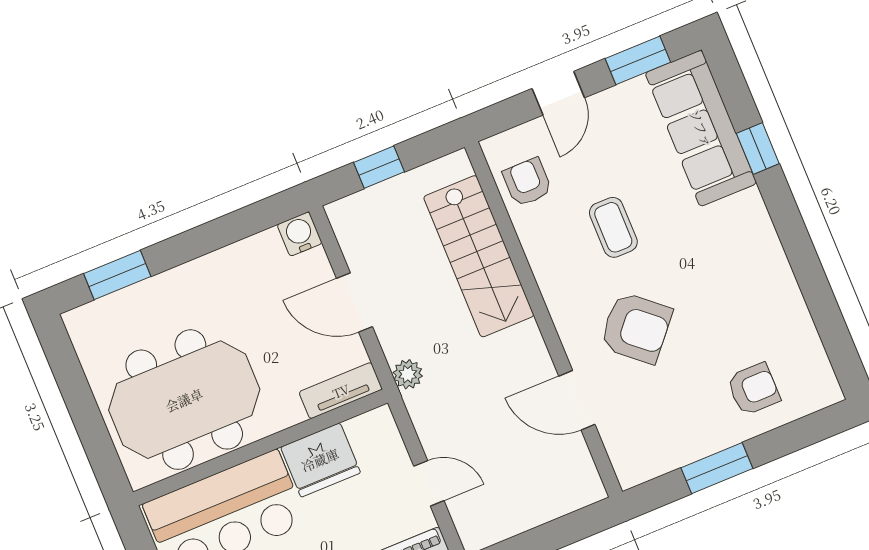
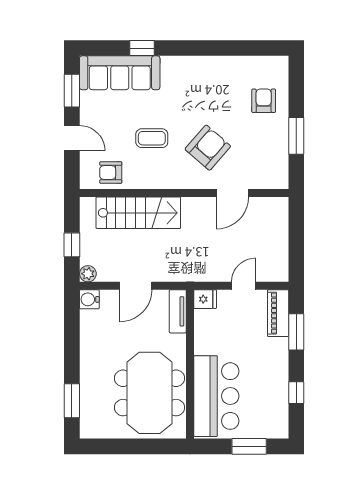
plant: (408, 374) -> (88, 274), moved
fridge: (320, 460) -> (205, 299), moved, width x0.53, depth x0.75

